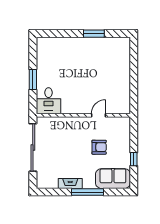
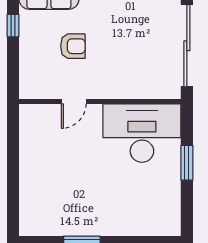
desk: (48, 101) -> (142, 133), width x1.87, depth x1.30
armchair: (99, 147) -> (73, 46), turned 180

